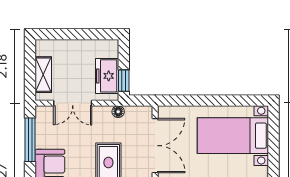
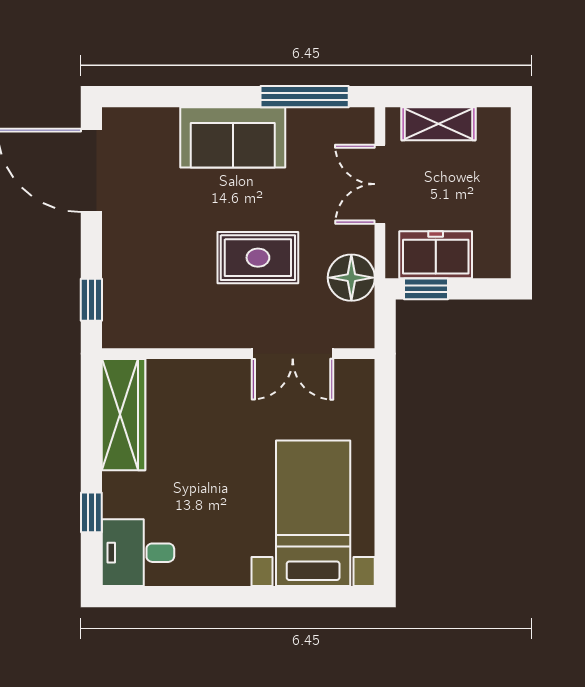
floor lamp: (118, 112) -> (351, 278), width x1.89, depth x1.89
double door: (155, 146) -> (293, 354), width x0.73

